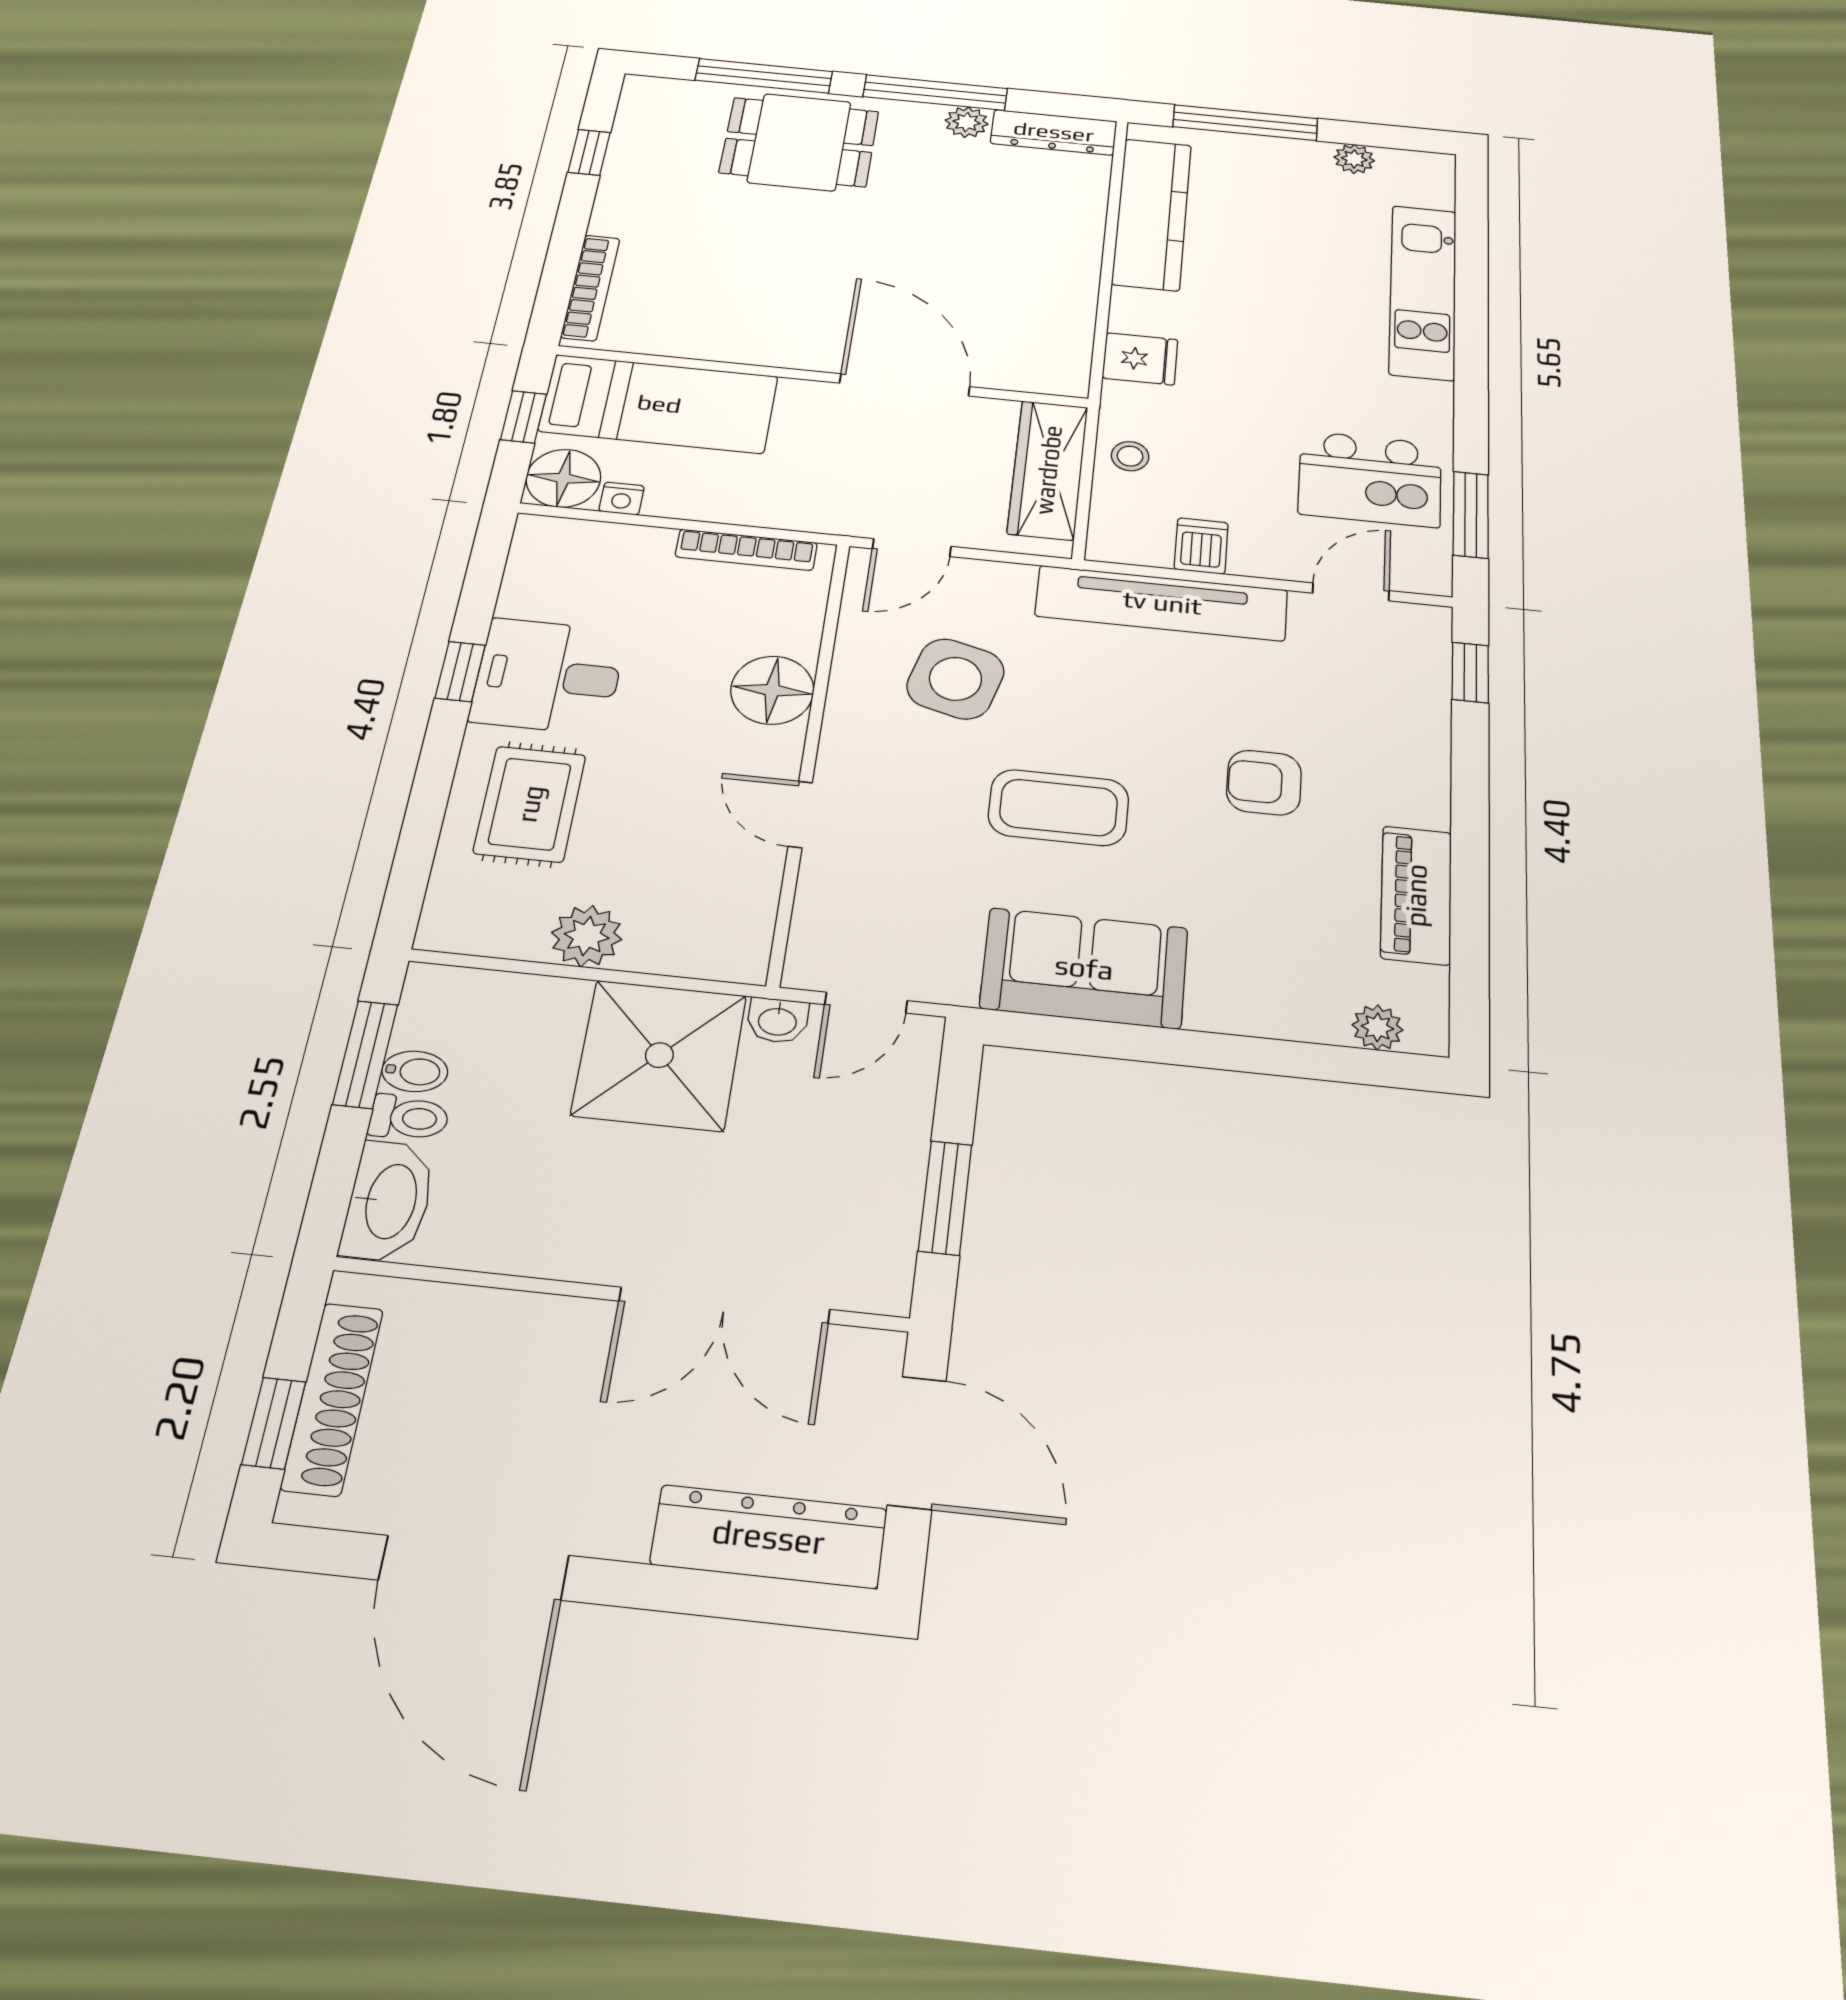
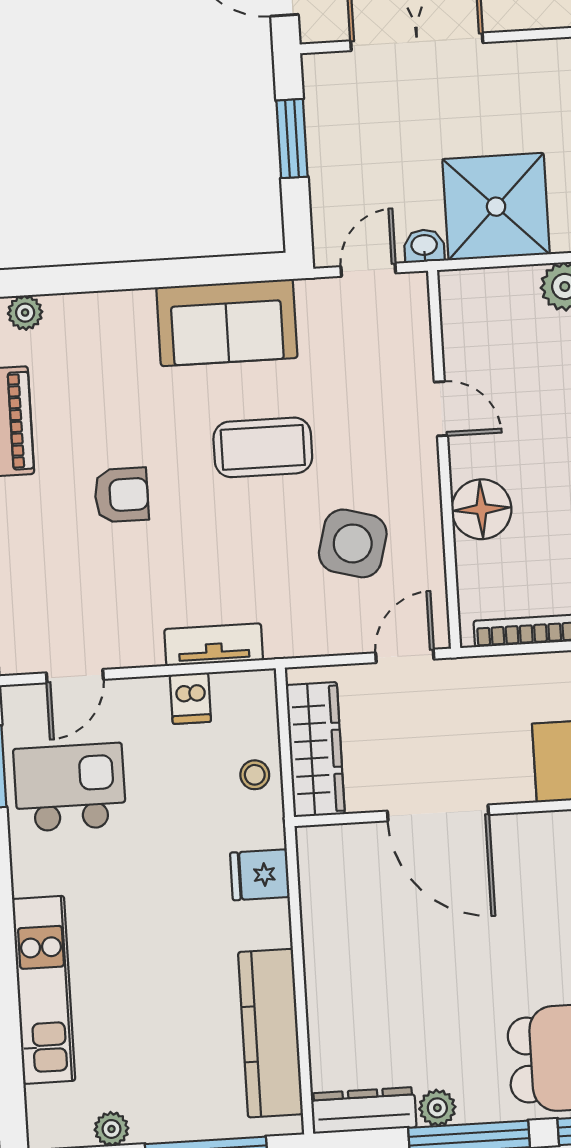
tv unit: (1162, 603) -> (214, 645), width x0.52, depth x0.78

